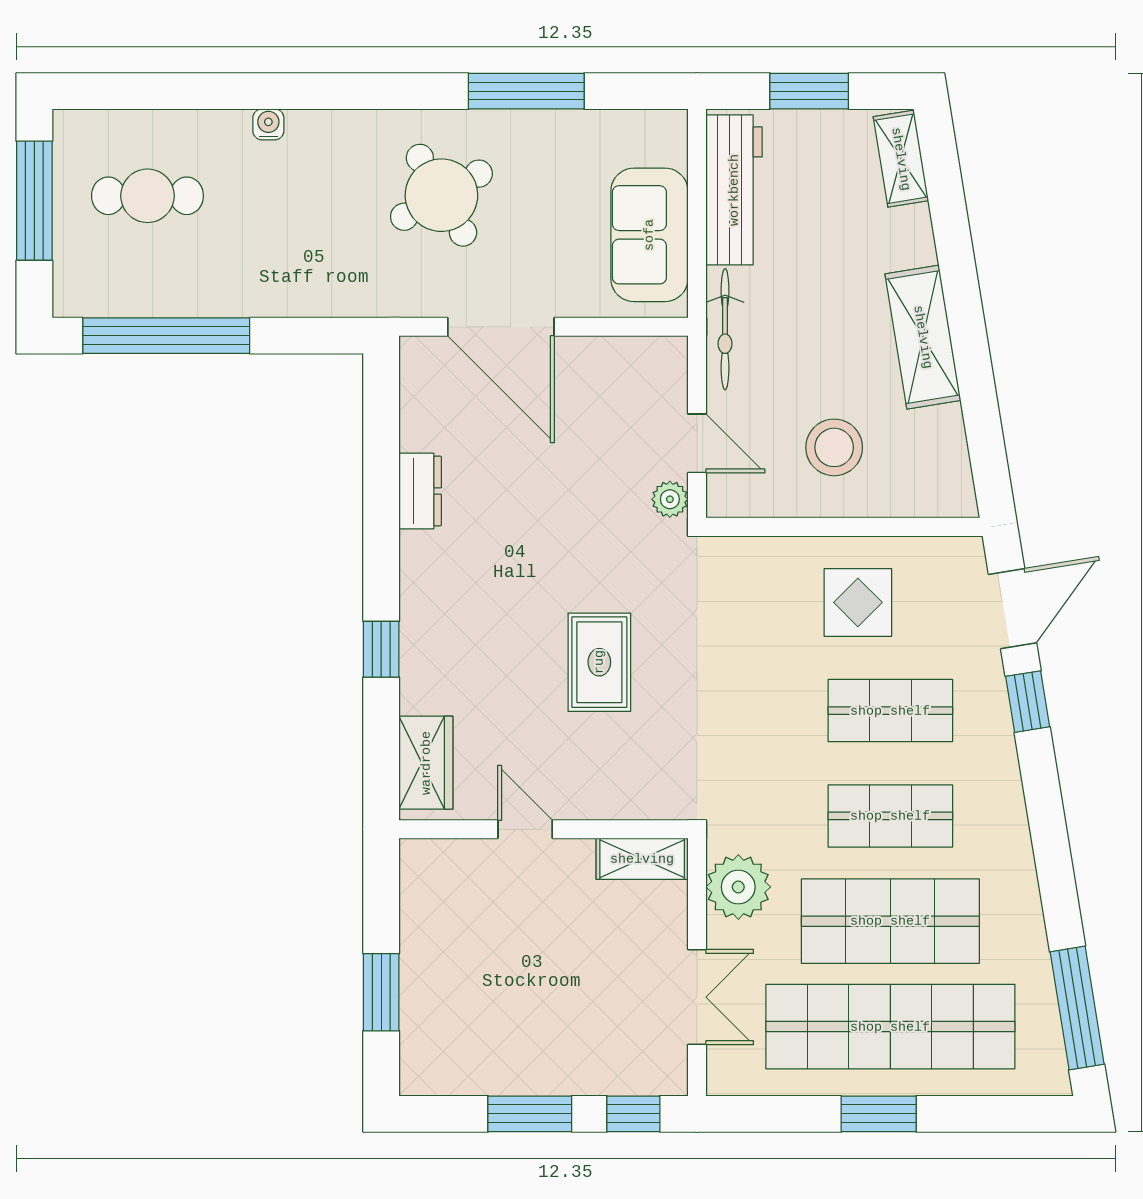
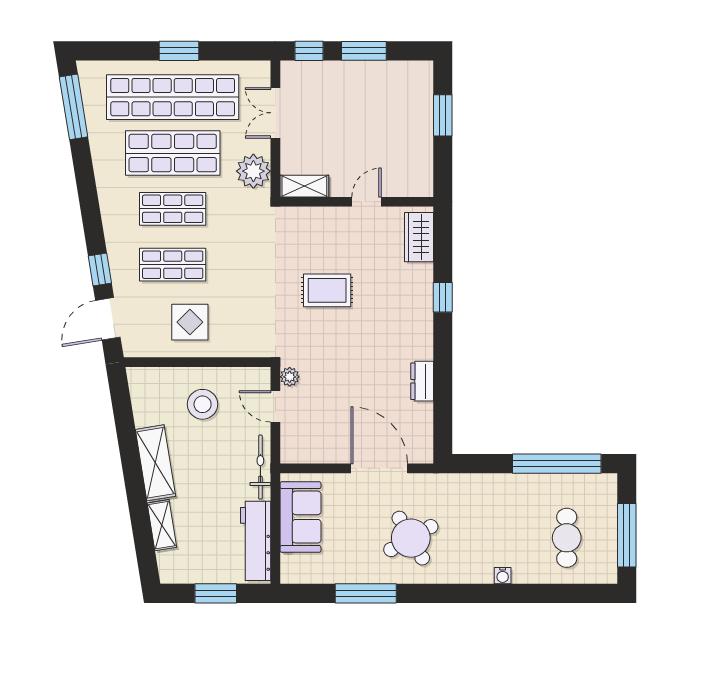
shelving: (901, 159) -> (162, 525), moved
cafe table: (147, 196) -> (567, 538), turned 90
rug: (599, 662) -> (327, 290), turned 90
door: (525, 829) -> (366, 202), swing flipped

